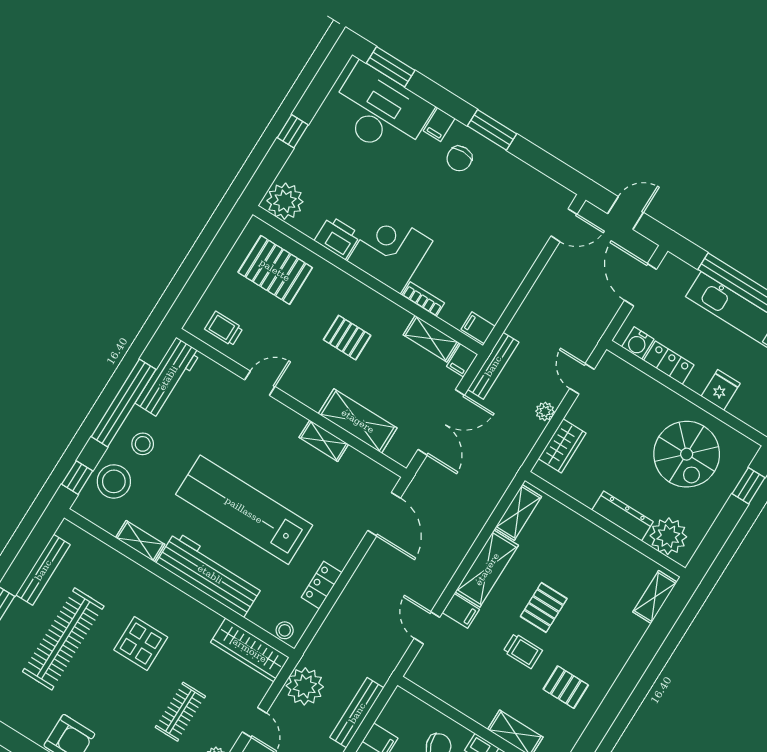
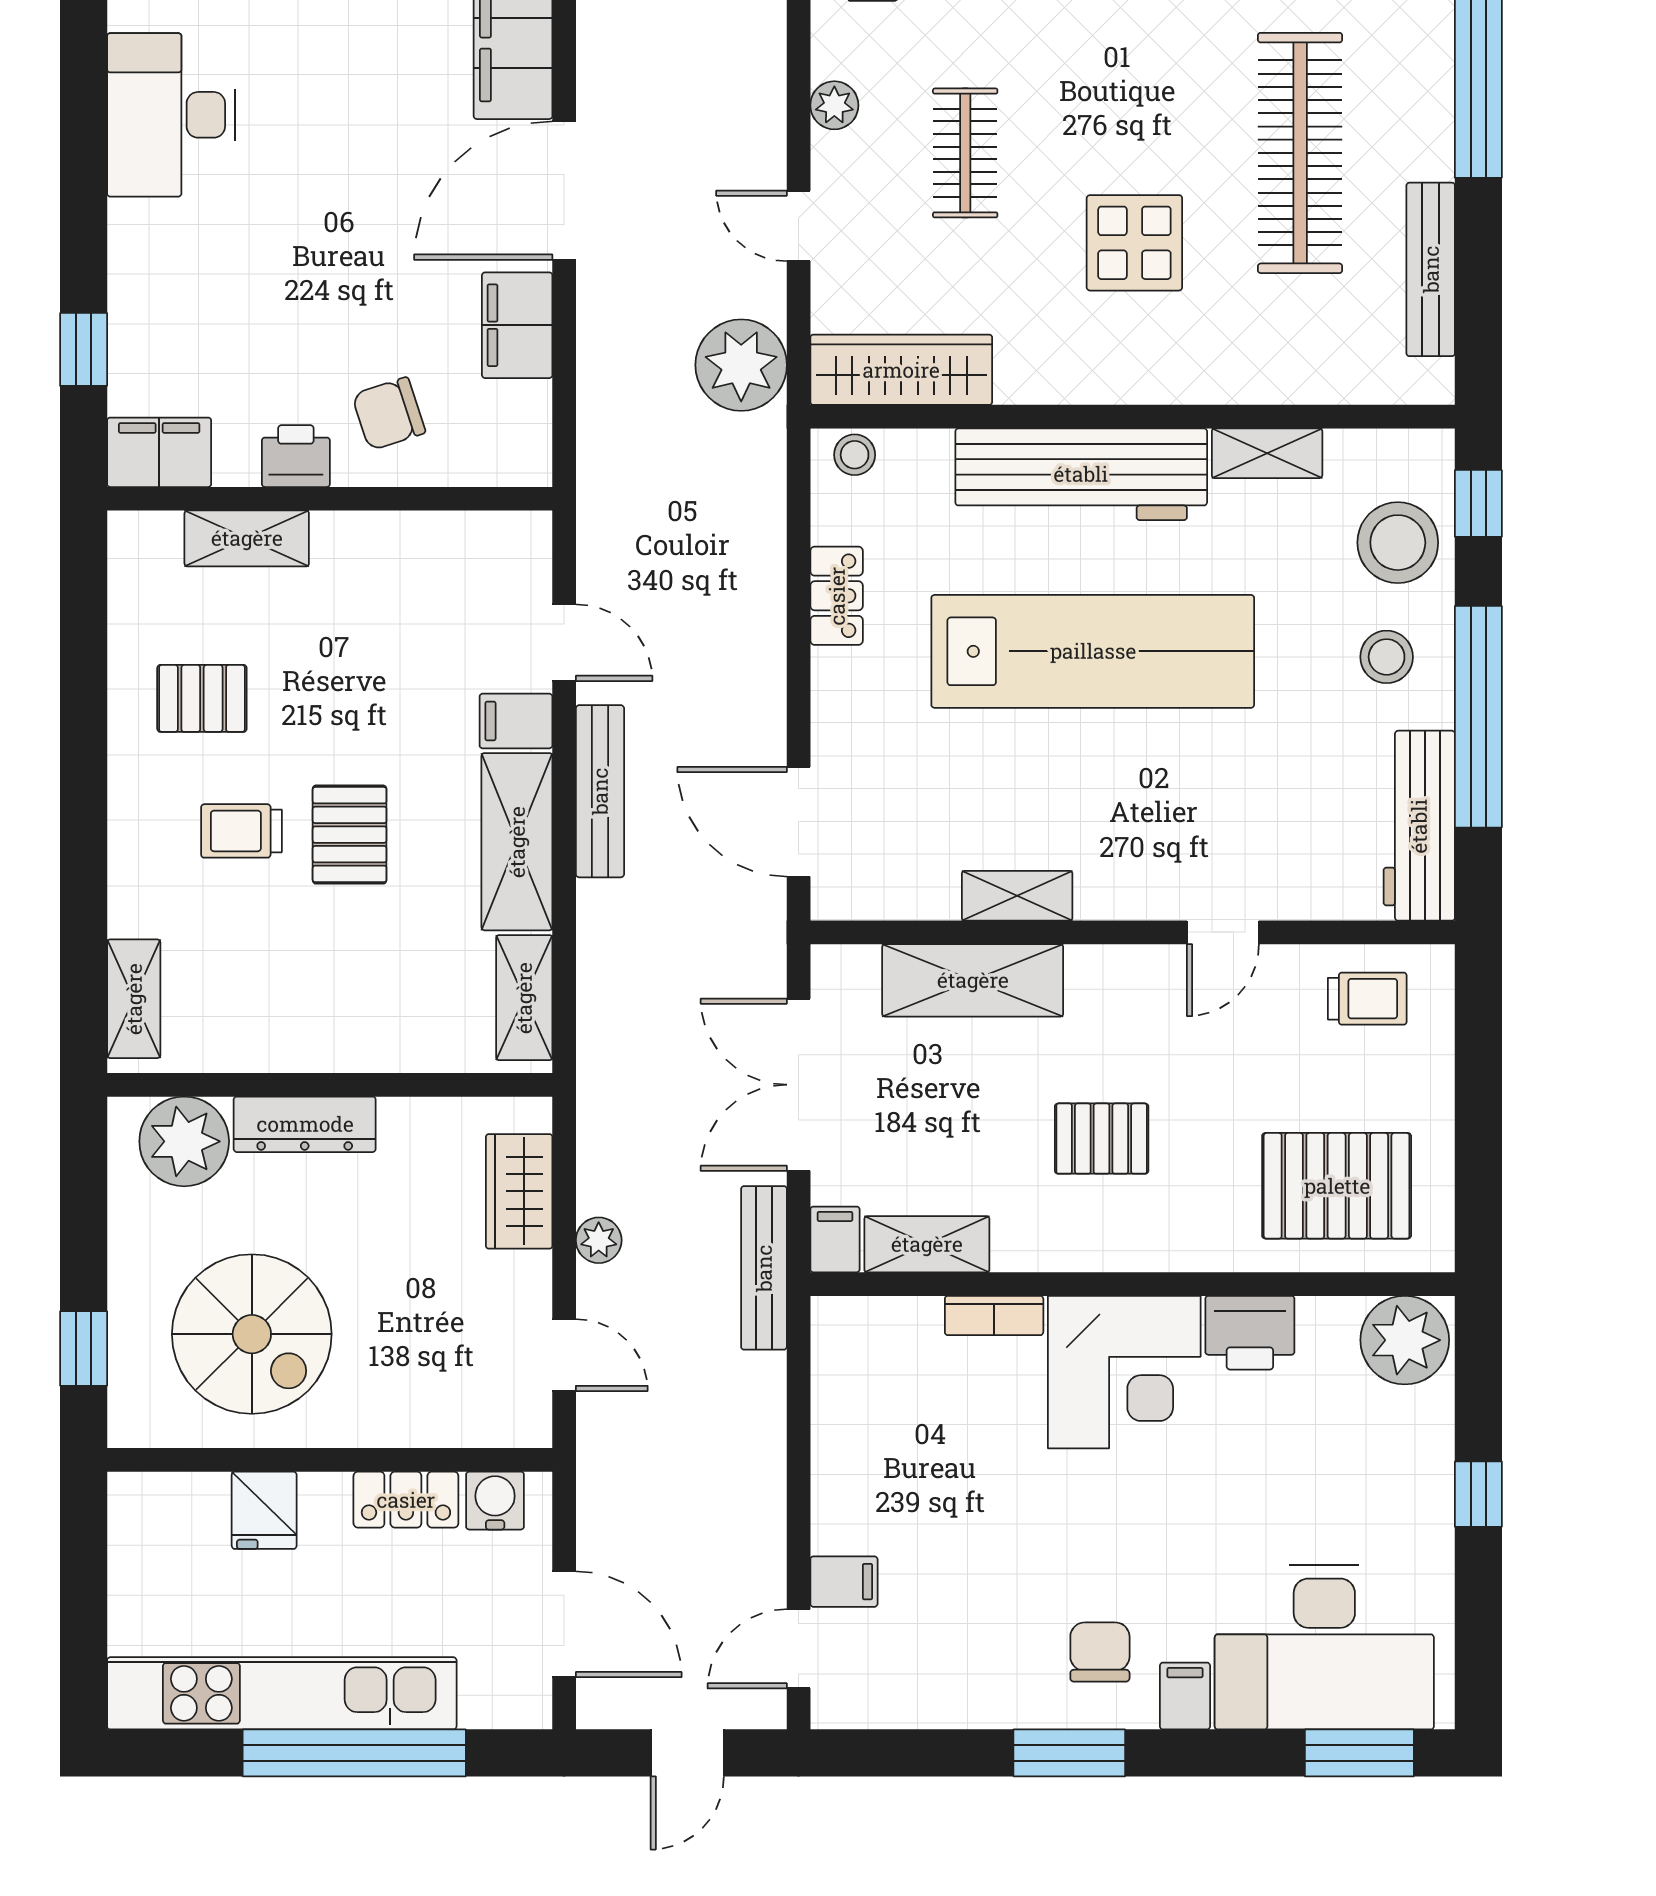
filing cabinet: (478, 328) -> (844, 1582), moved
spiral stairs: (687, 454) -> (252, 1334), turned 180
trolley: (523, 651) -> (241, 831), moved
bench: (357, 713) -> (600, 791), moved

